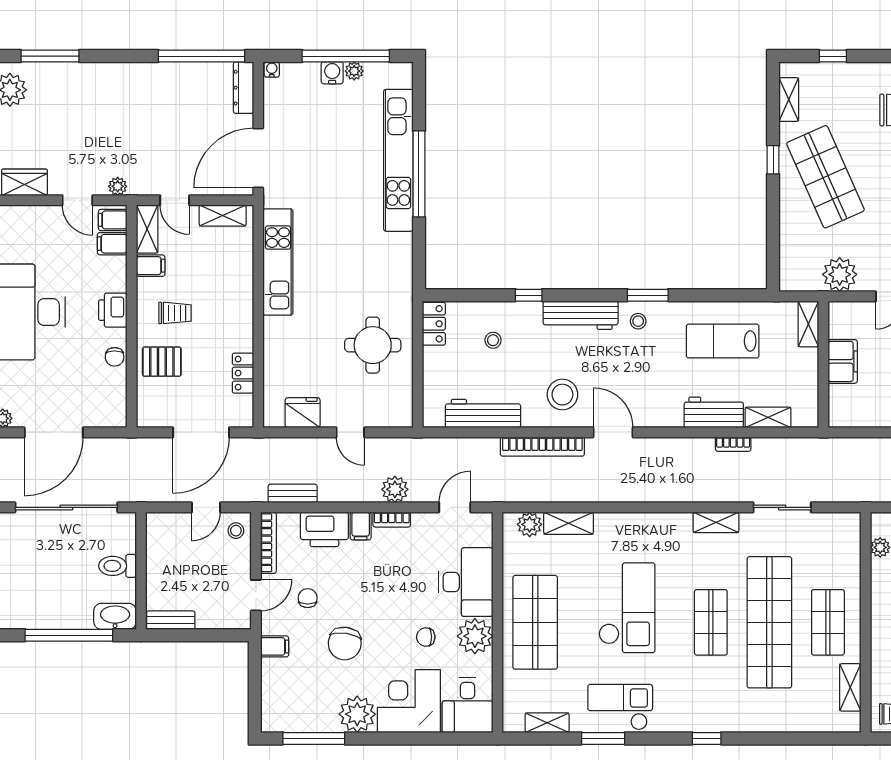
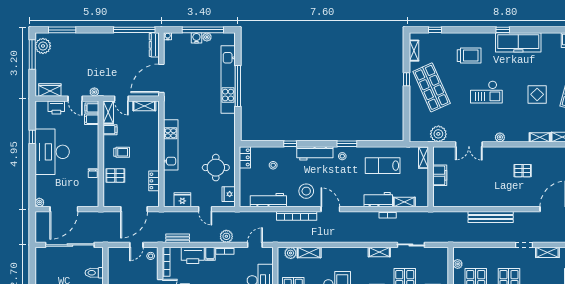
kitchen unit: (278, 262) -> (171, 145), moved
printer: (113, 310) -> (56, 108), moved, turned -90
fridge: (399, 401) -> (229, 194), added

